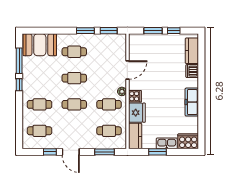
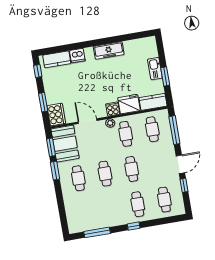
window: (174, 31) -> (38, 71), moved
booth: (40, 45) -> (65, 144), moved
window: (19, 85) -> (134, 226), moved
cooker: (188, 141) -> (56, 115), moved, turned 180
window: (105, 152) -> (174, 130), width x1.44

